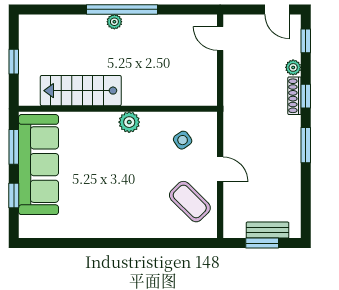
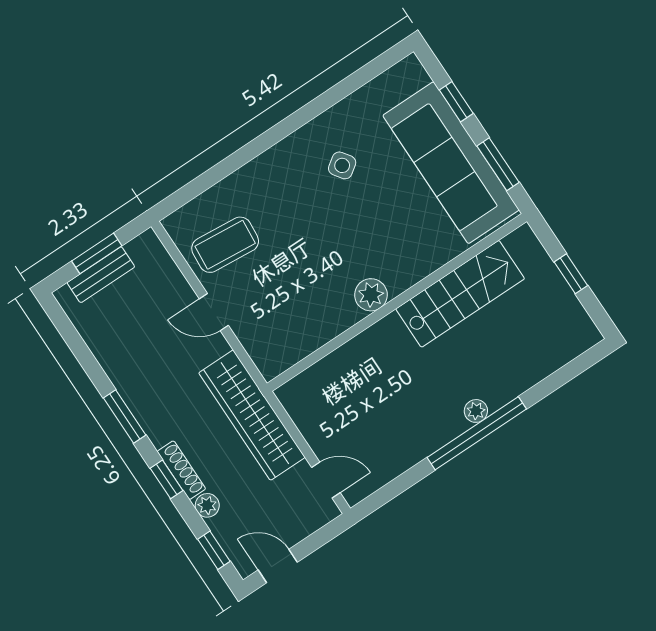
wardrobe: (237, 100) -> (252, 415), added
side table: (183, 140) -> (342, 165), moved
coffee table: (190, 202) -> (225, 245), turned -40

